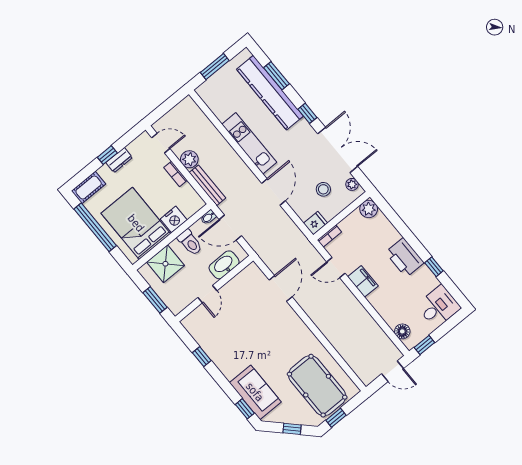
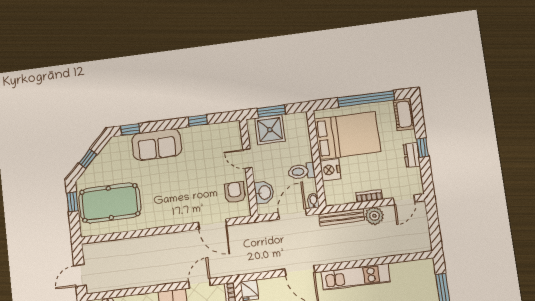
shower: (165, 264) -> (270, 130), moved
washbasin: (224, 265) -> (264, 193), width x0.72
armchair: (242, 287) -> (235, 192), added
sofa: (255, 392) -> (157, 145), moved

